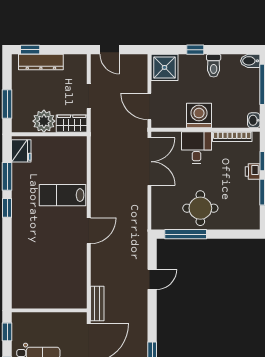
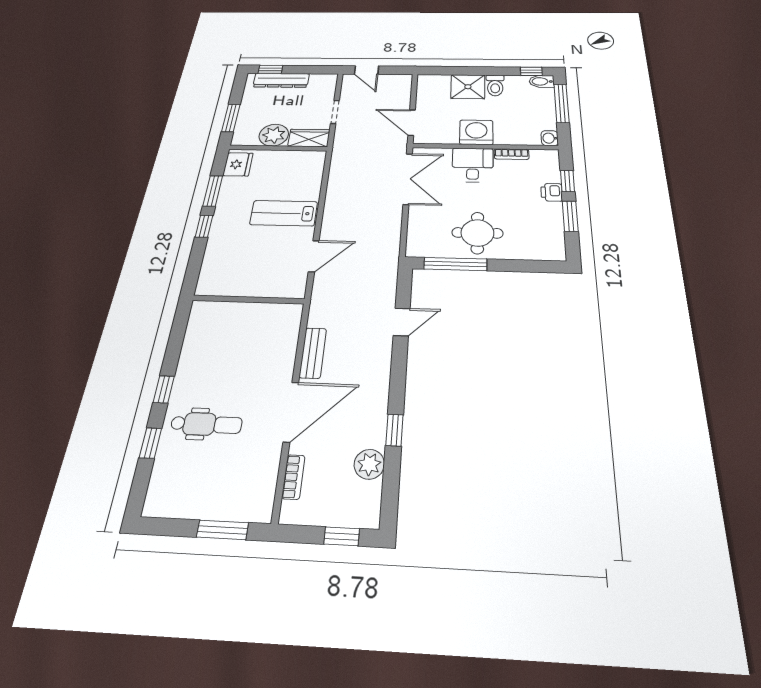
window: (195, 50) -> (531, 71), moved
shower: (164, 67) -> (468, 87), moved
bookcase: (232, 137) -> (512, 154), width x0.64
wall: (49, 310) -> (248, 300), moved

